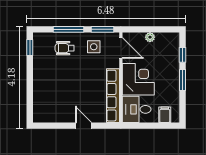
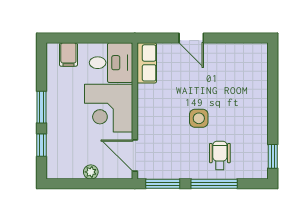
side table: (94, 47) -> (199, 118), moved
wheelchair: (65, 48) -> (220, 155), turned -90
row of seats: (113, 96) -> (147, 63), width x0.50

